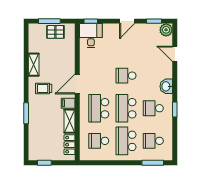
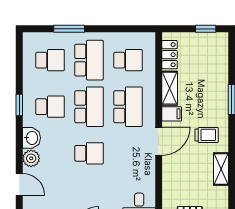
plant: (167, 72) -> (31, 158), added
window: (153, 163) -> (69, 29), moved

